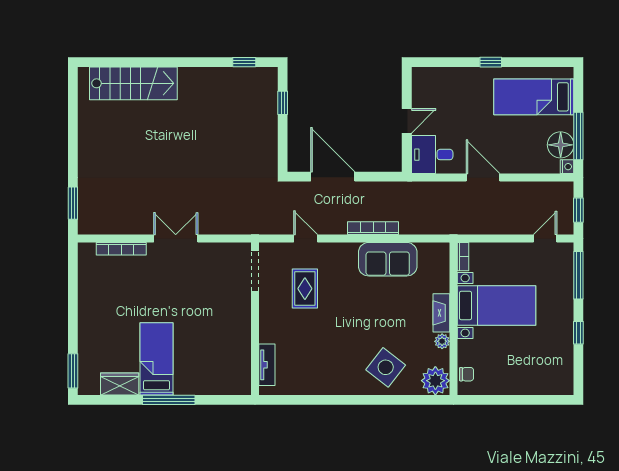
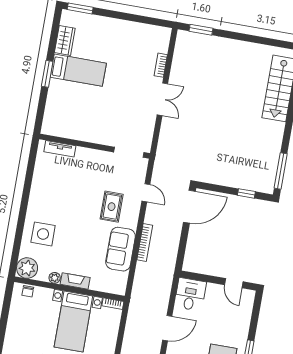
window: (244, 62) -> (281, 171), width x2.17
door: (407, 121) -> (234, 283), moved
door: (333, 177) -> (189, 207), moved
door: (306, 239) -> (146, 193), hinge flipped
bookcase: (121, 249) -> (161, 65), width x0.64
rug: (305, 289) -> (112, 207), moved, turned 90
side table: (386, 367) -> (43, 234), turned -38
window: (169, 400) -> (47, 74), width x0.69

